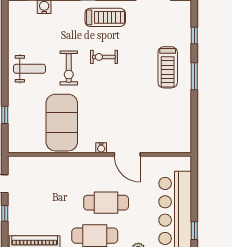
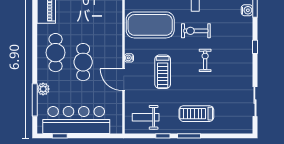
treadmill: (105, 17) -> (163, 72), moved
window: (194, 36) -> (163, 136), moved
weight bench: (172, 128) -> (146, 117), added
door: (127, 154) -> (124, 80), hinge flipped

